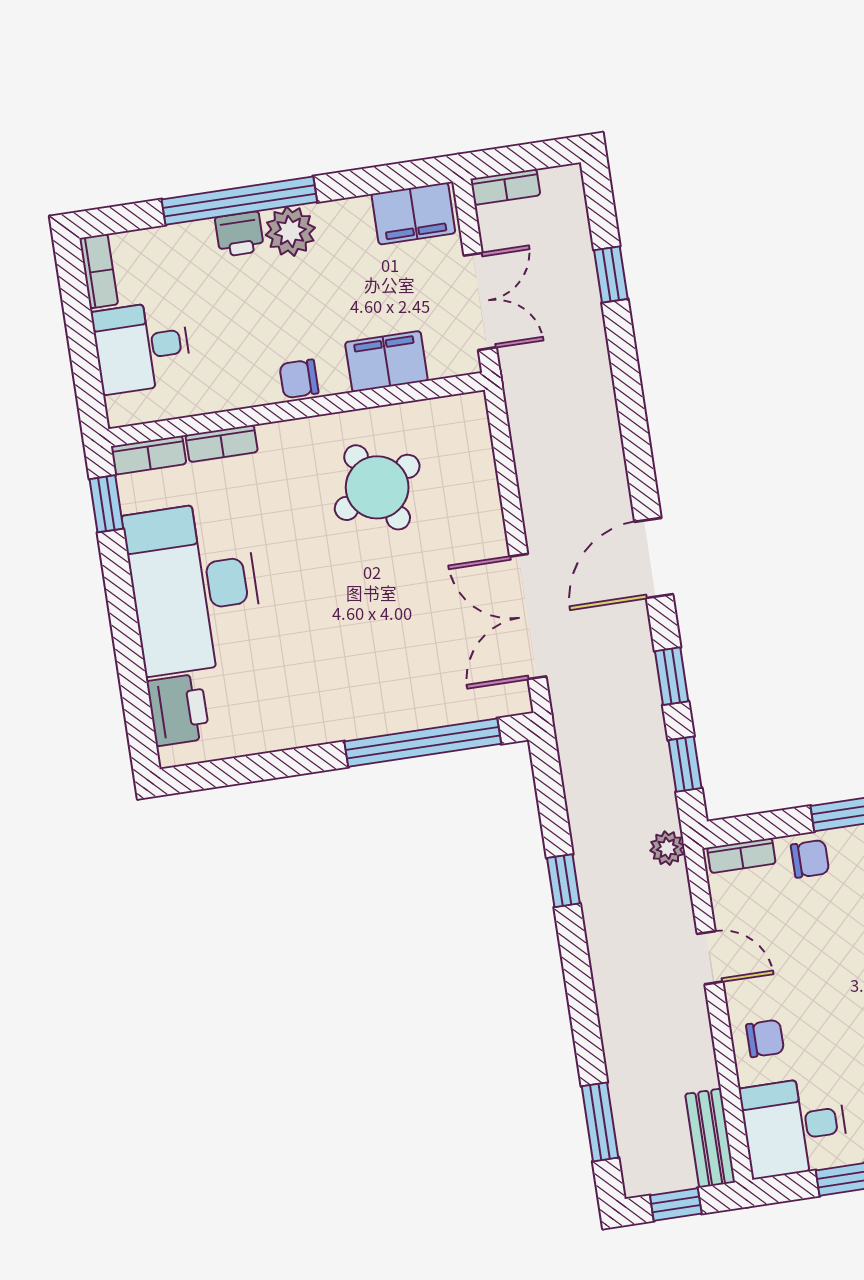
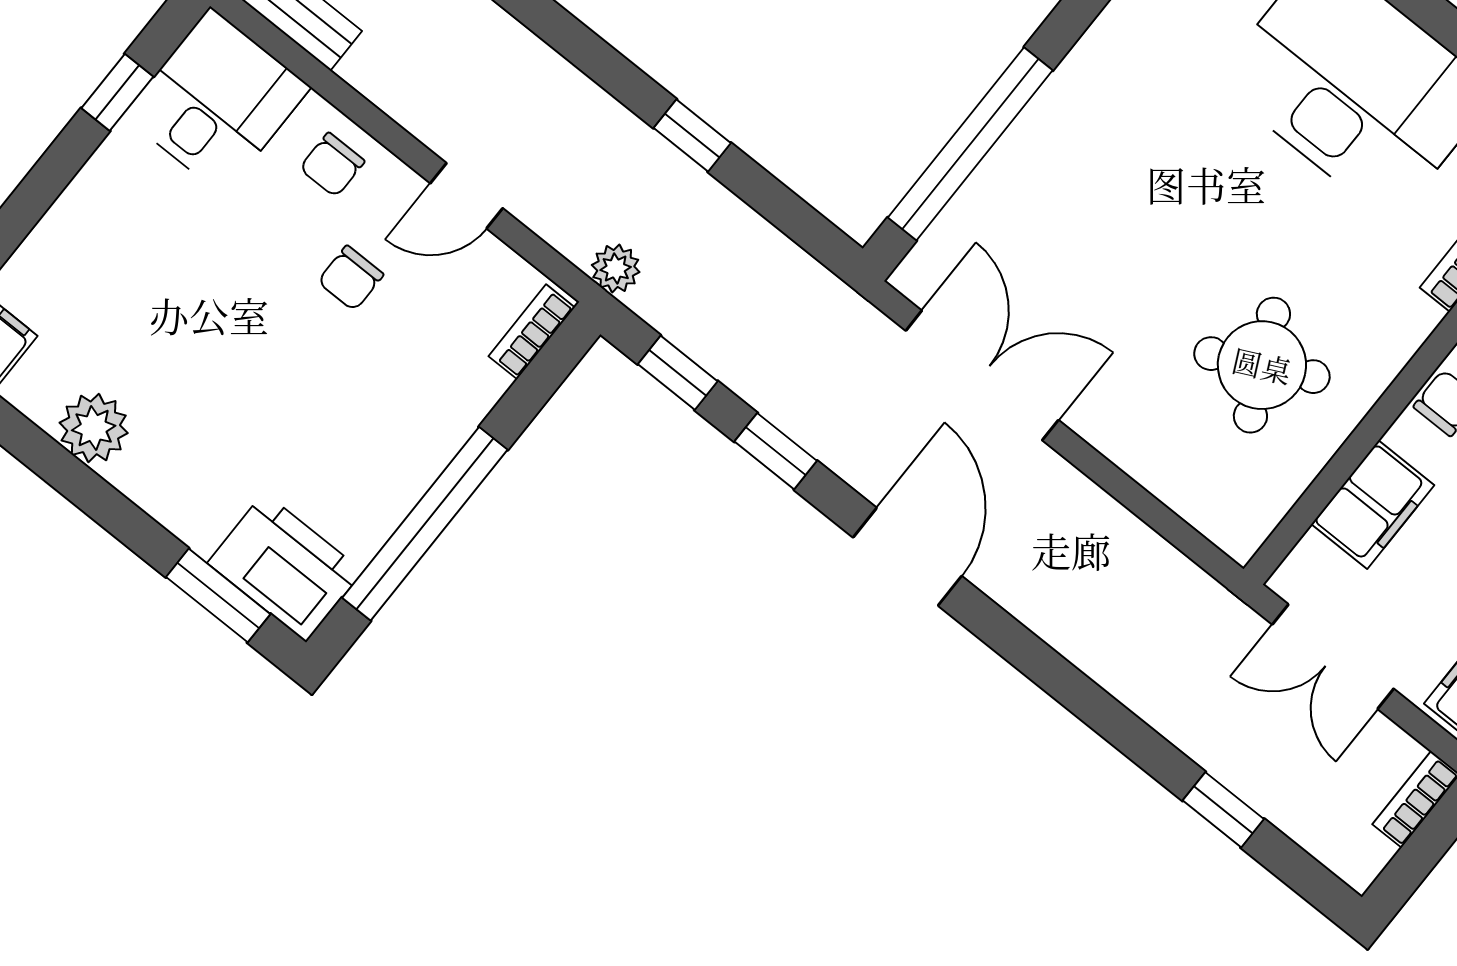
chair: (810, 859) -> (351, 278), moved

